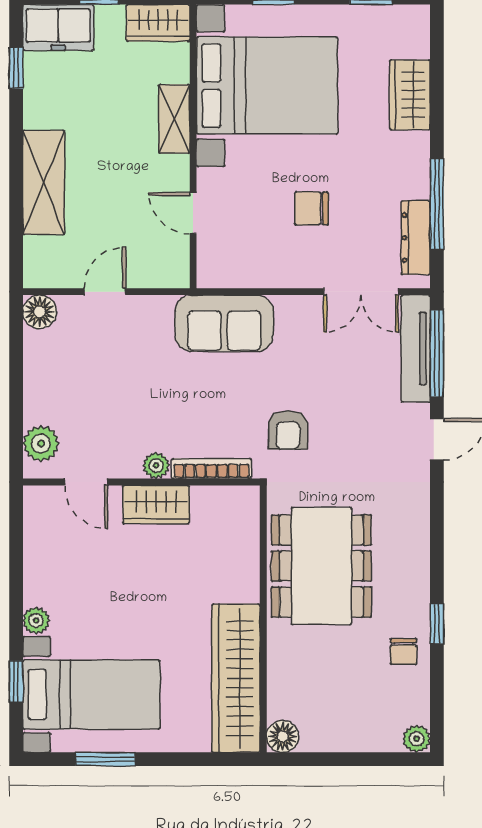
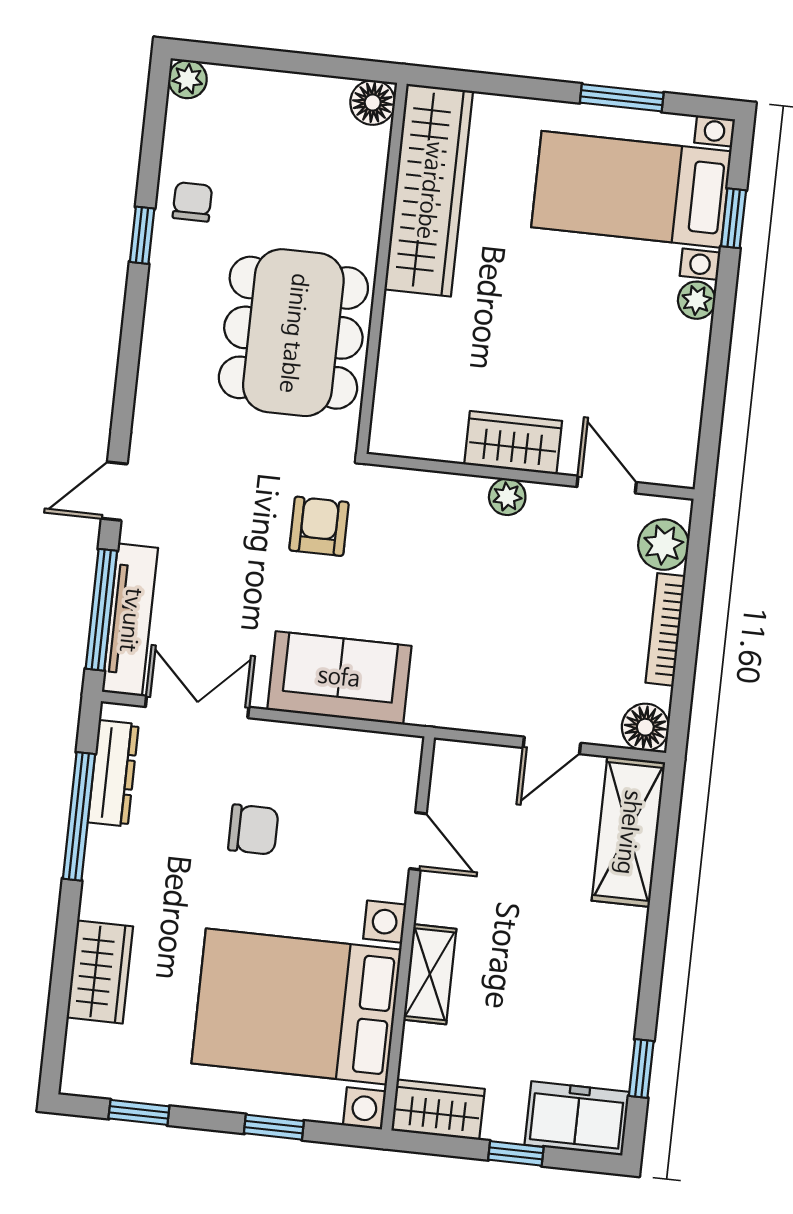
shelving: (44, 182) -> (628, 832), moved
sofa: (224, 323) -> (339, 678), moved
bookcase: (211, 468) -> (665, 629), moved, turned 90

